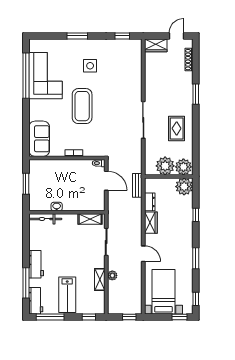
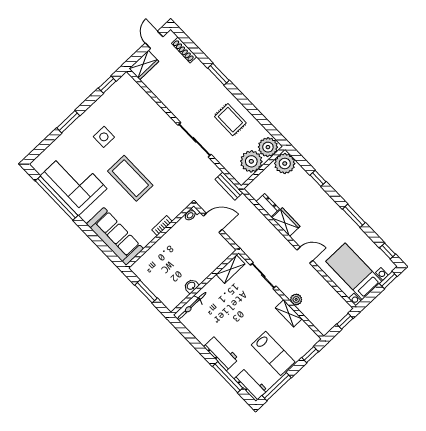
sofa: (39, 139) -> (115, 236), width x1.36
bench: (137, 185) -> (229, 186), moved

